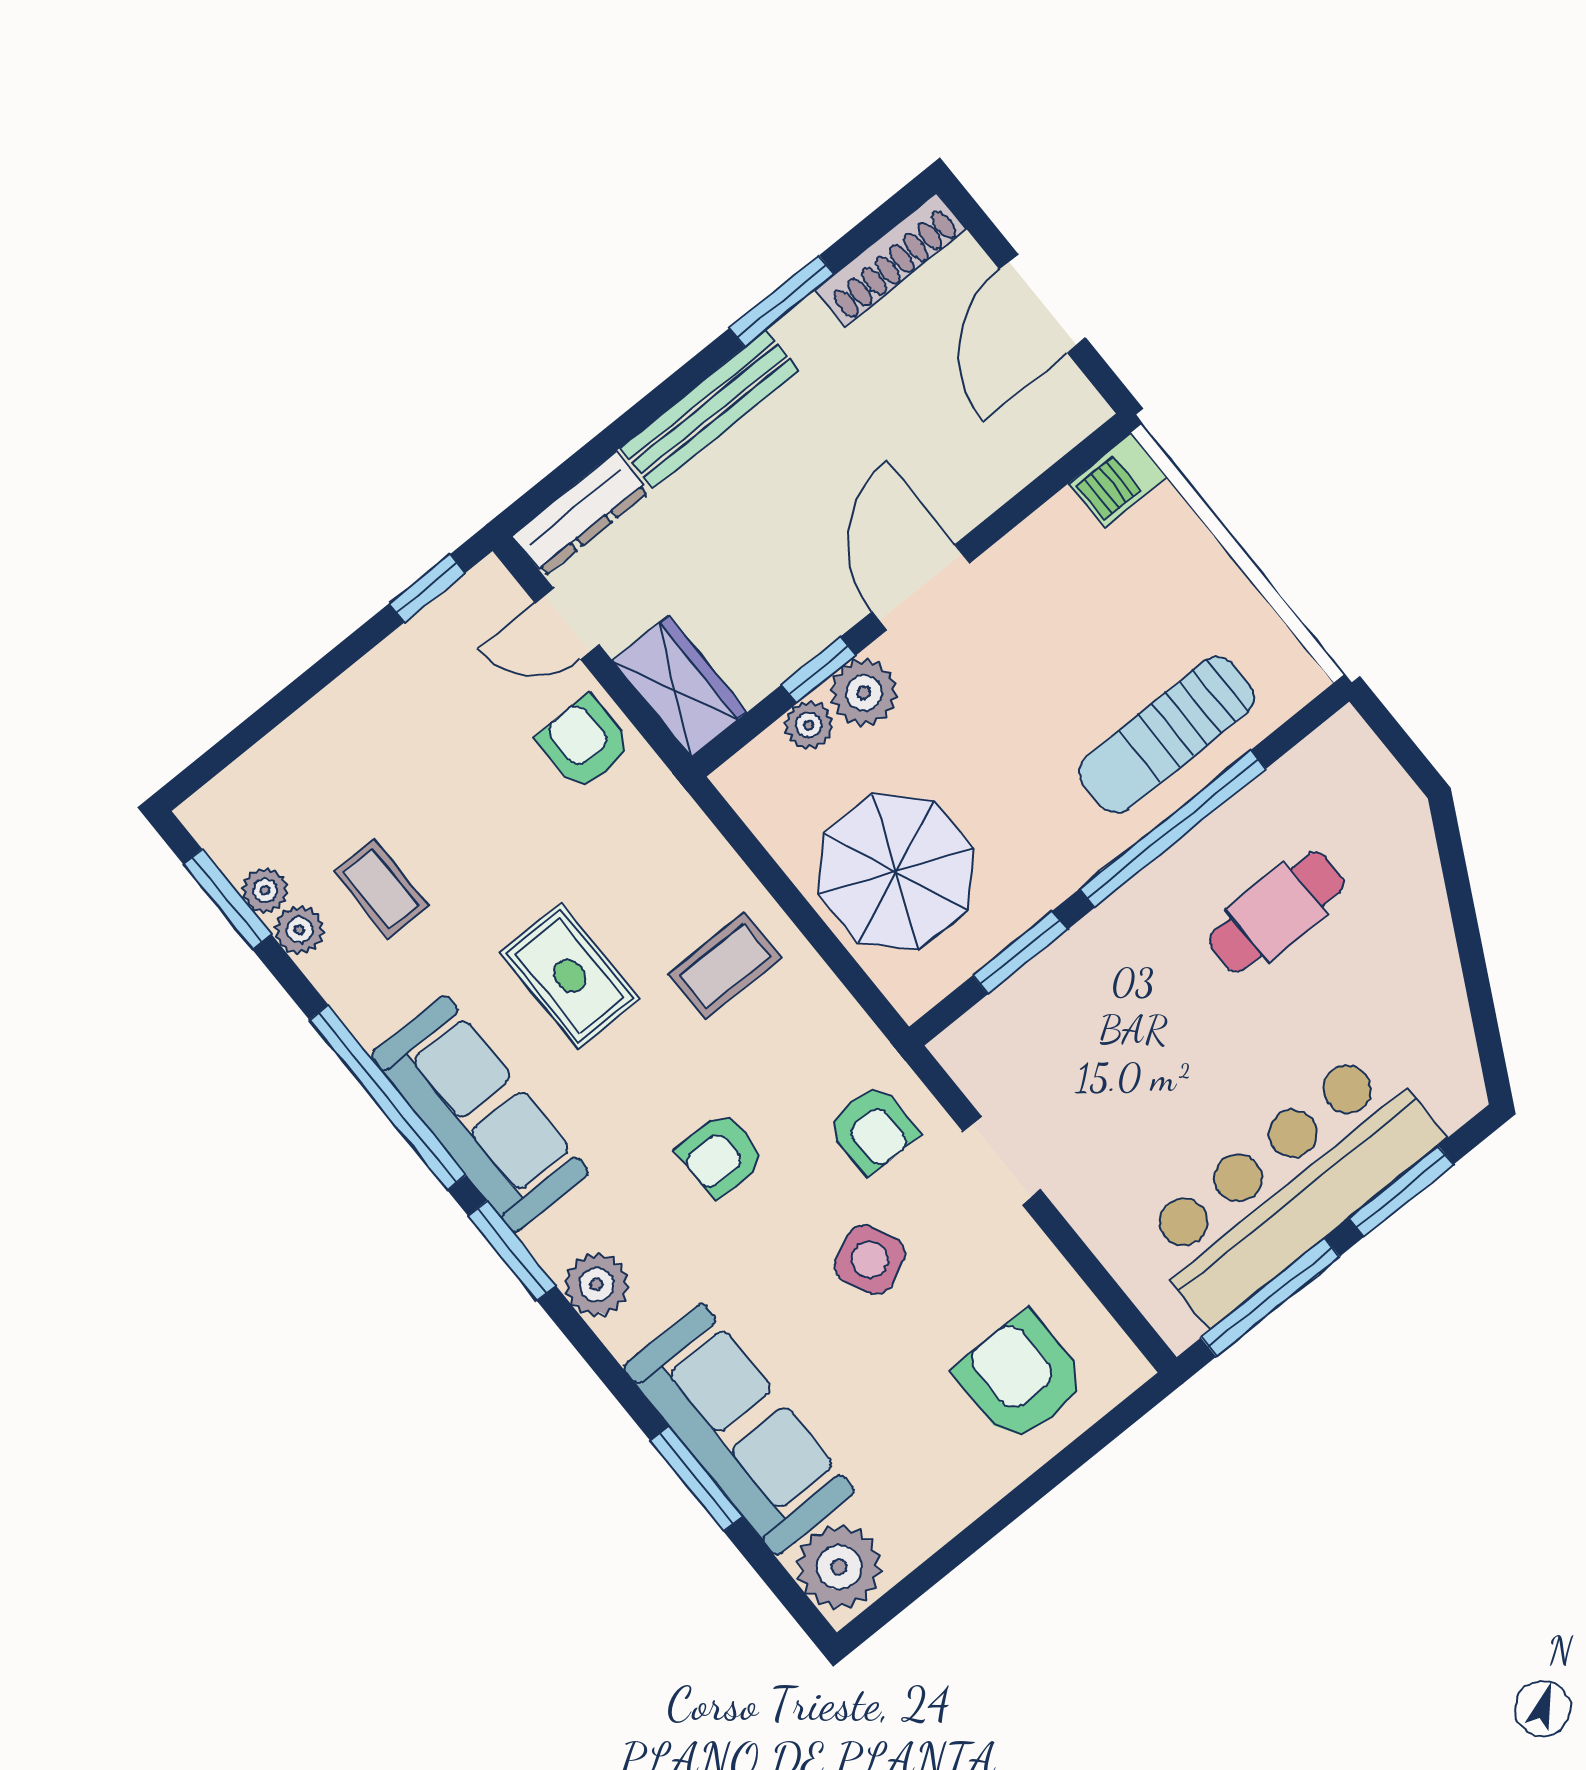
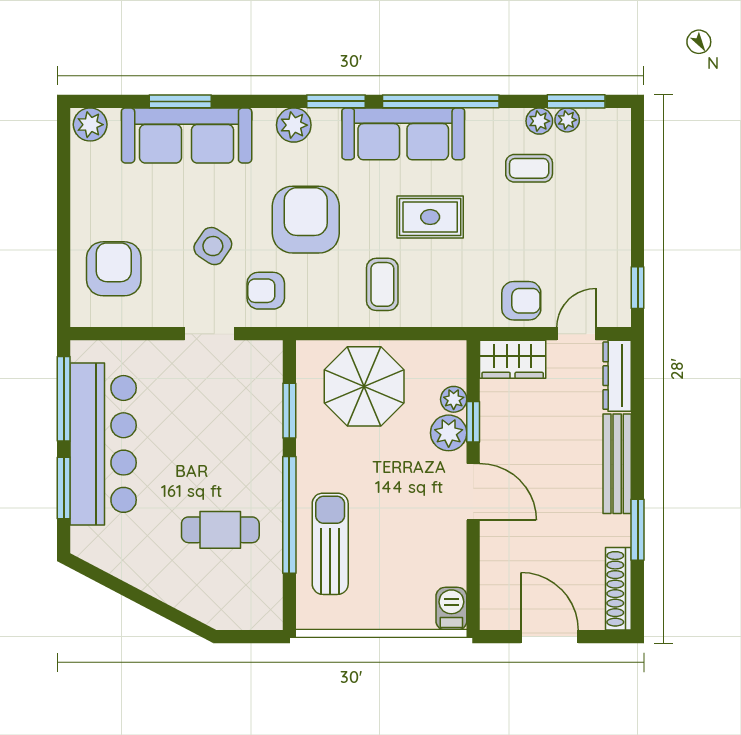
cafe table: (1276, 912) -> (220, 530), turned 90
armchair: (721, 1155) -> (306, 220), width x1.88, depth x1.88
side table: (870, 1260) -> (213, 246), turned -31
armchair: (1021, 1378) -> (114, 269), turned -90
plant: (839, 1567) -> (90, 125), width x0.73, depth x0.73

